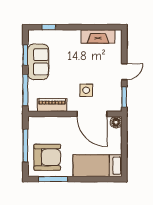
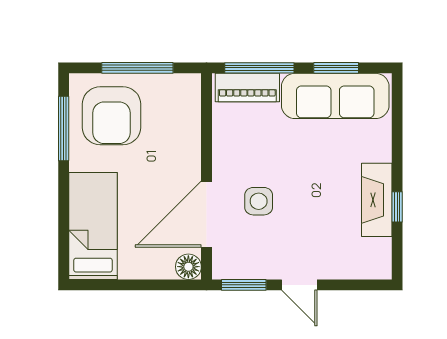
window: (49, 27) -> (397, 207), moved
fireplace: (98, 36) -> (377, 200), moved
sofa: (38, 62) -> (335, 96), width x1.36
piano: (52, 105) -> (247, 87), moved, turned 90

